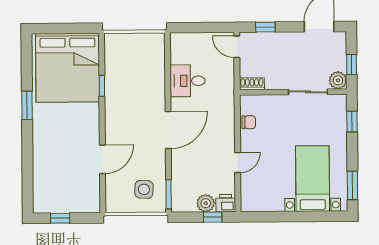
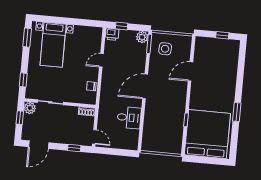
plant: (206, 203) -> (142, 37), moved

